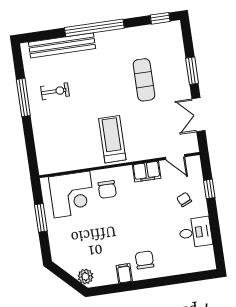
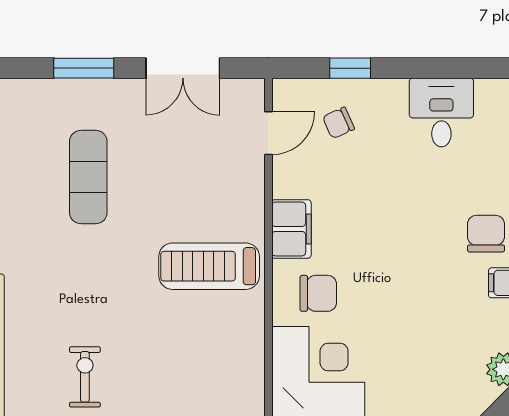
exercise mat: (144, 80) -> (88, 177), turned 90
filing cabinet: (147, 172) -> (291, 229), moved
chair: (184, 199) -> (339, 123), moved
chair: (145, 260) -> (486, 234), turned 90

